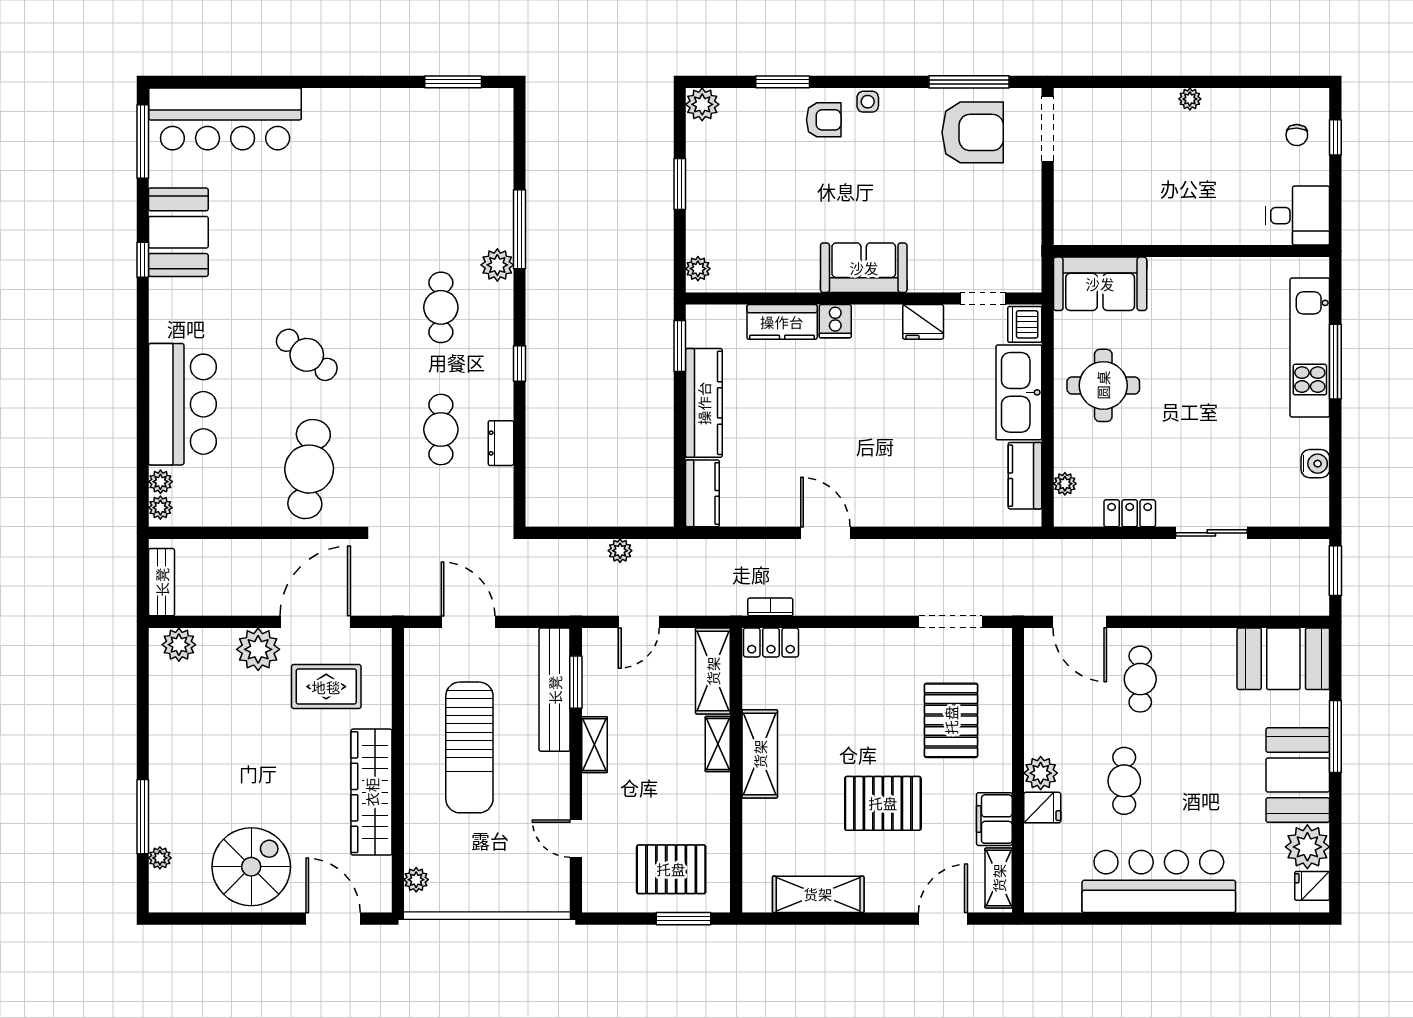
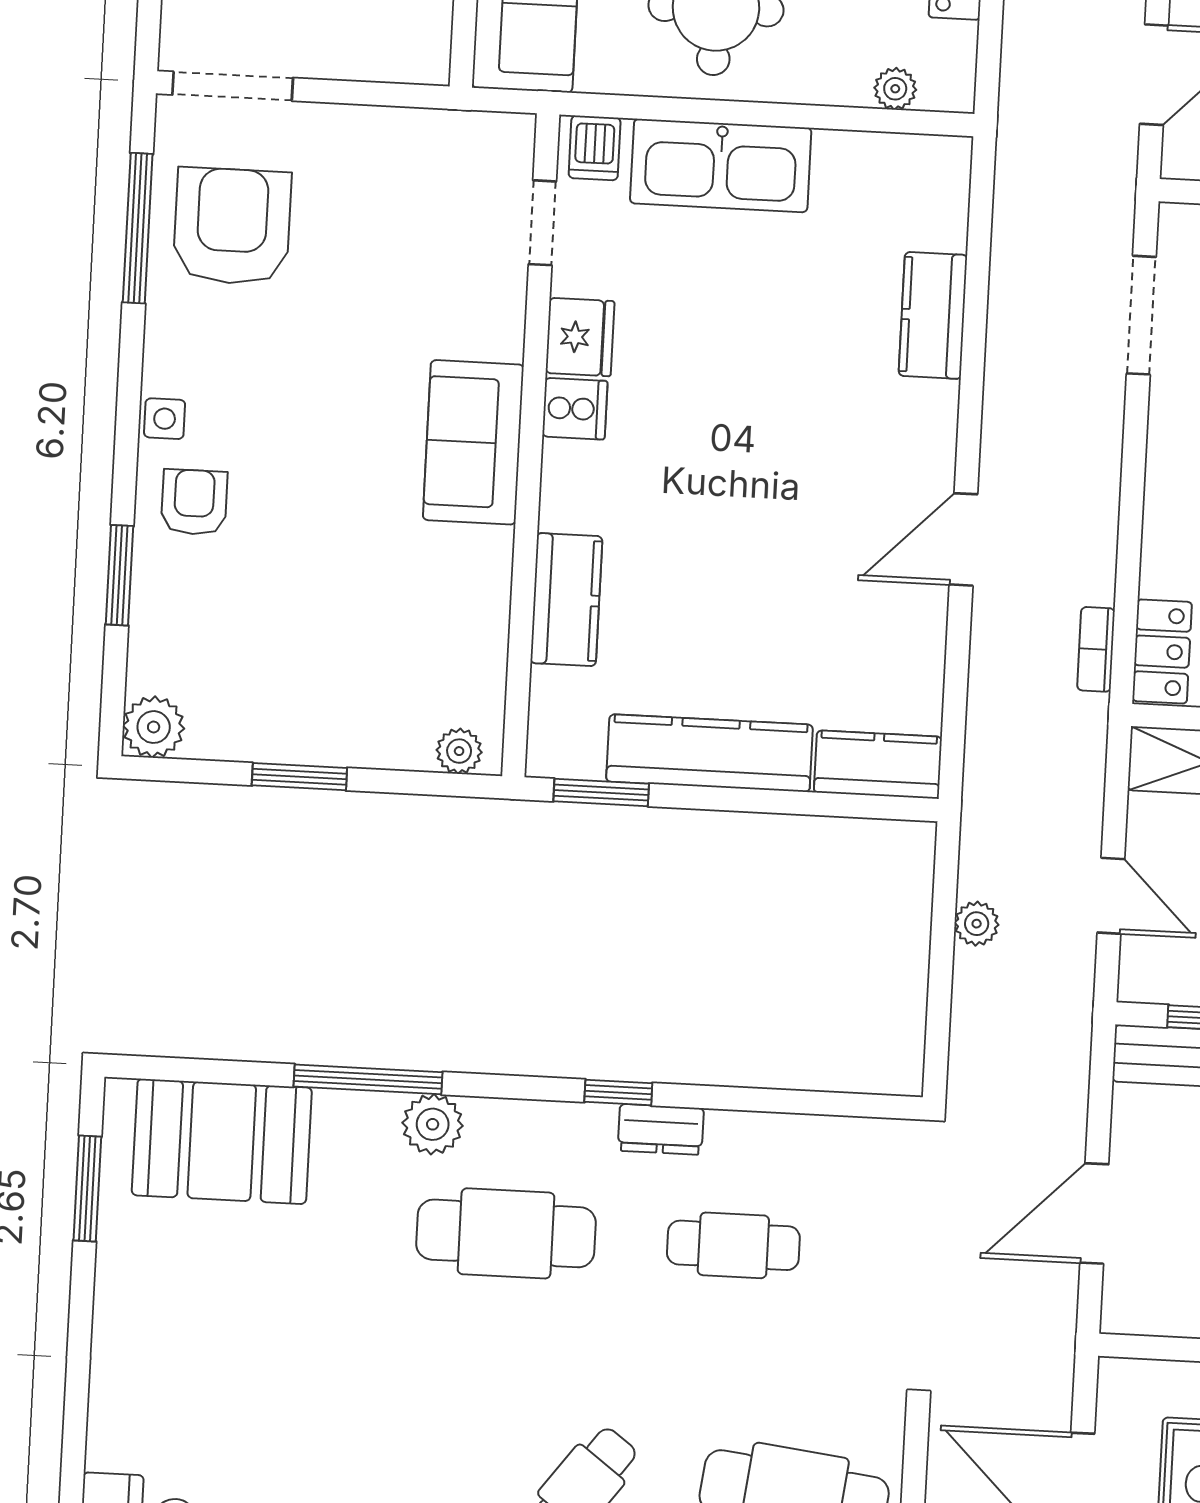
booth: (482, 153) -> (222, 1141), added
cafe table: (441, 307) -> (506, 1233), width x1.37, depth x1.35
cooker: (835, 321) -> (575, 409), moved
dishwasher: (1025, 324) -> (595, 148), width x0.73
dresser: (501, 443) -> (661, 1129), moved
kitchen counter: (1025, 476) -> (933, 315), moved, turned 90

